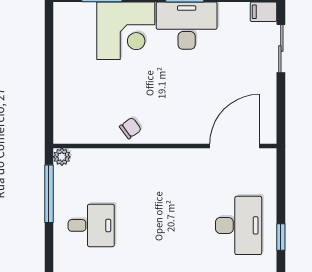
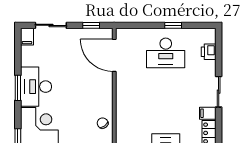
window: (281, 111) -> (91, 25), added
desk: (239, 225) -> (166, 53), turned 180

